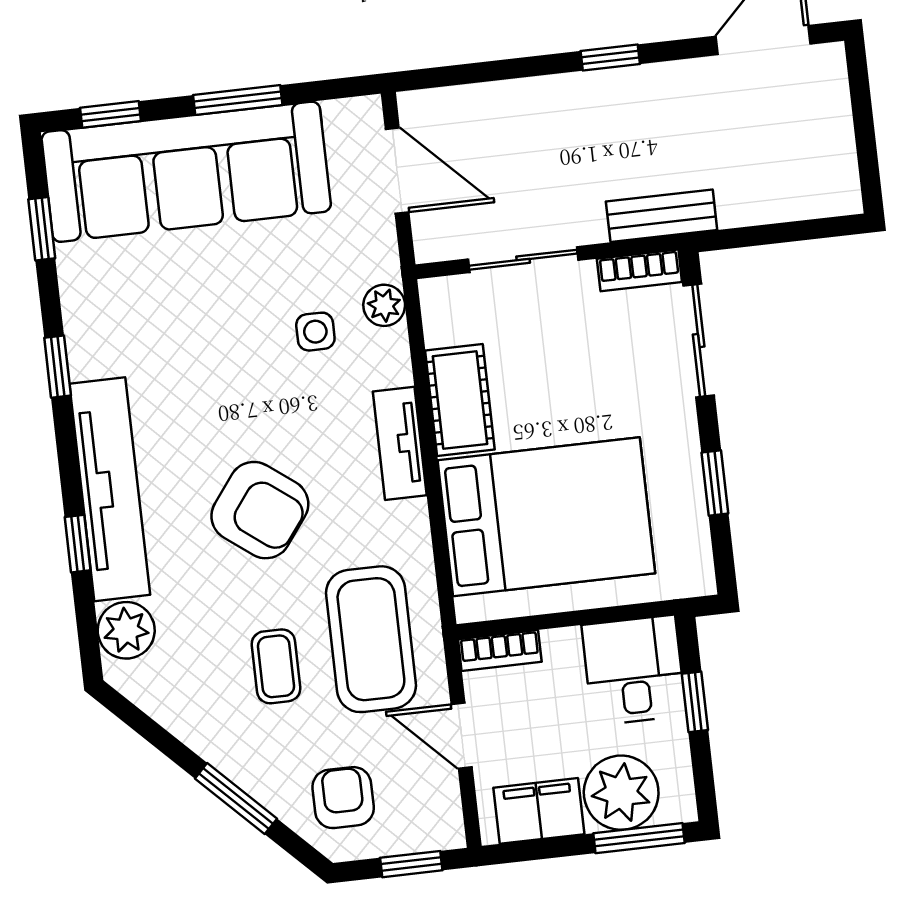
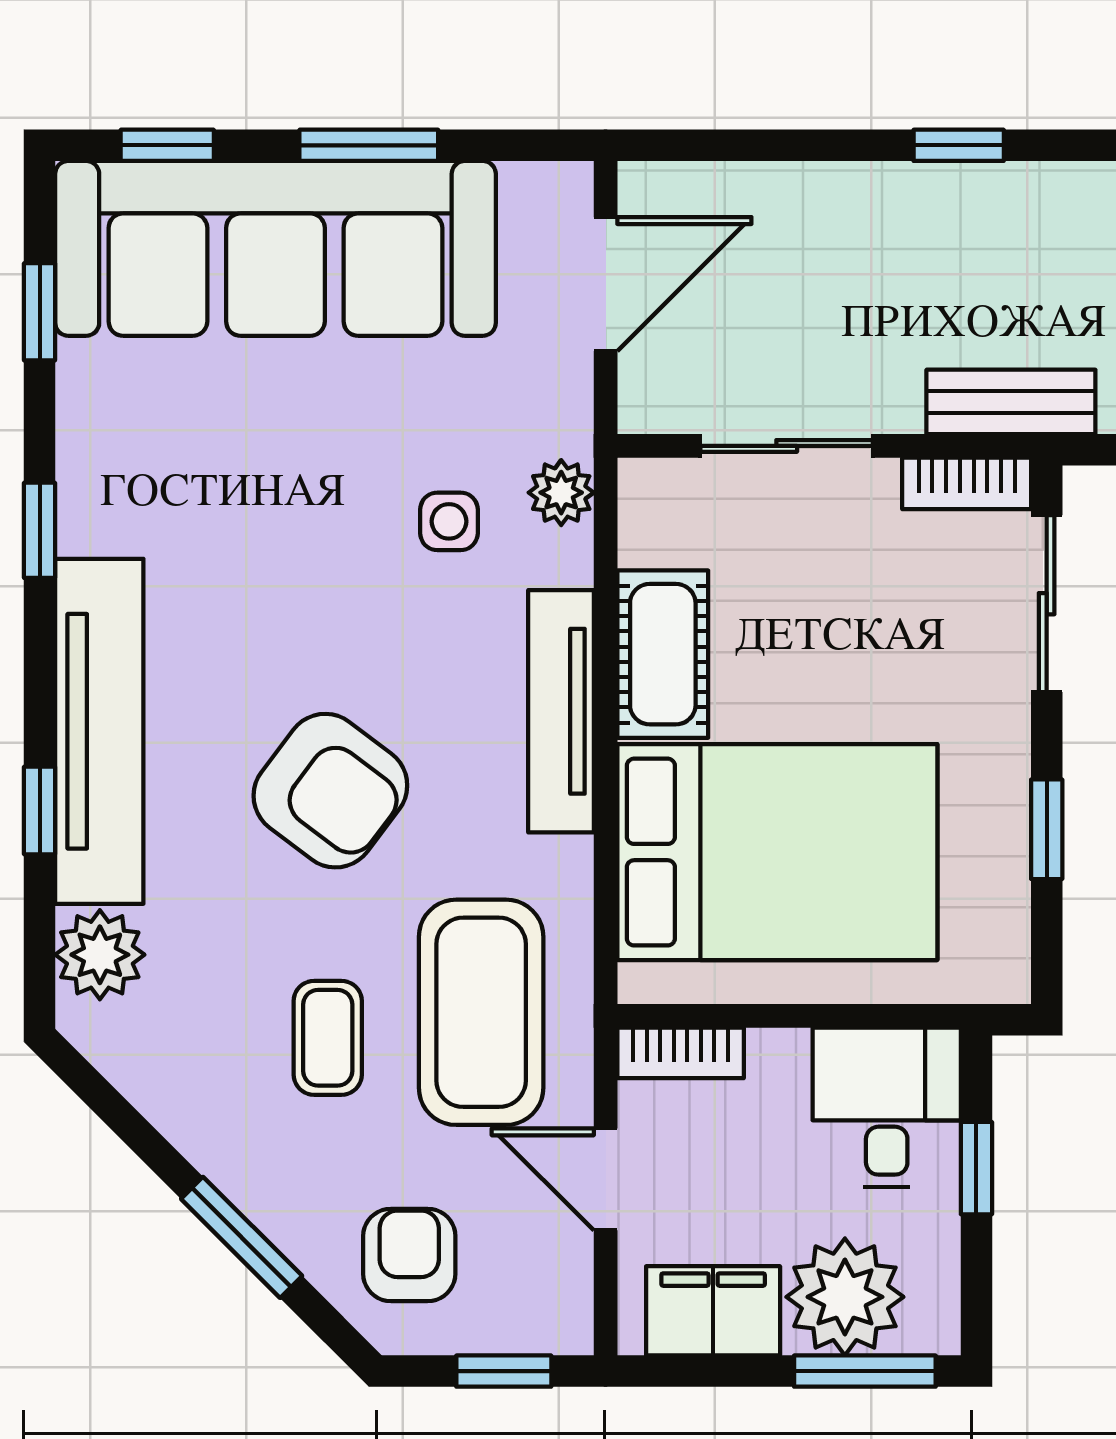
door: (397, 171) -> (606, 284), hinge flipped
tv unit: (400, 443) -> (561, 711), width x1.41

